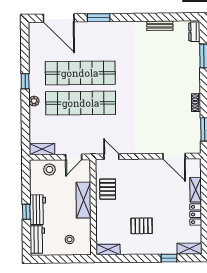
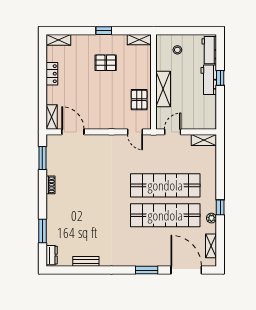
shelving: (34, 42) -> (211, 246), added
plant: (34, 101) -> (211, 218), moved
stool: (49, 169) -> (197, 120), removed
shelving: (196, 190) -> (52, 117), moved
window: (169, 258) -> (104, 31), moved

